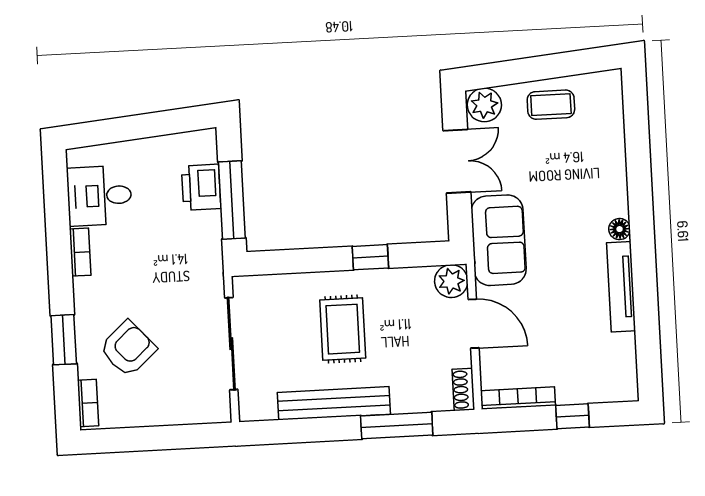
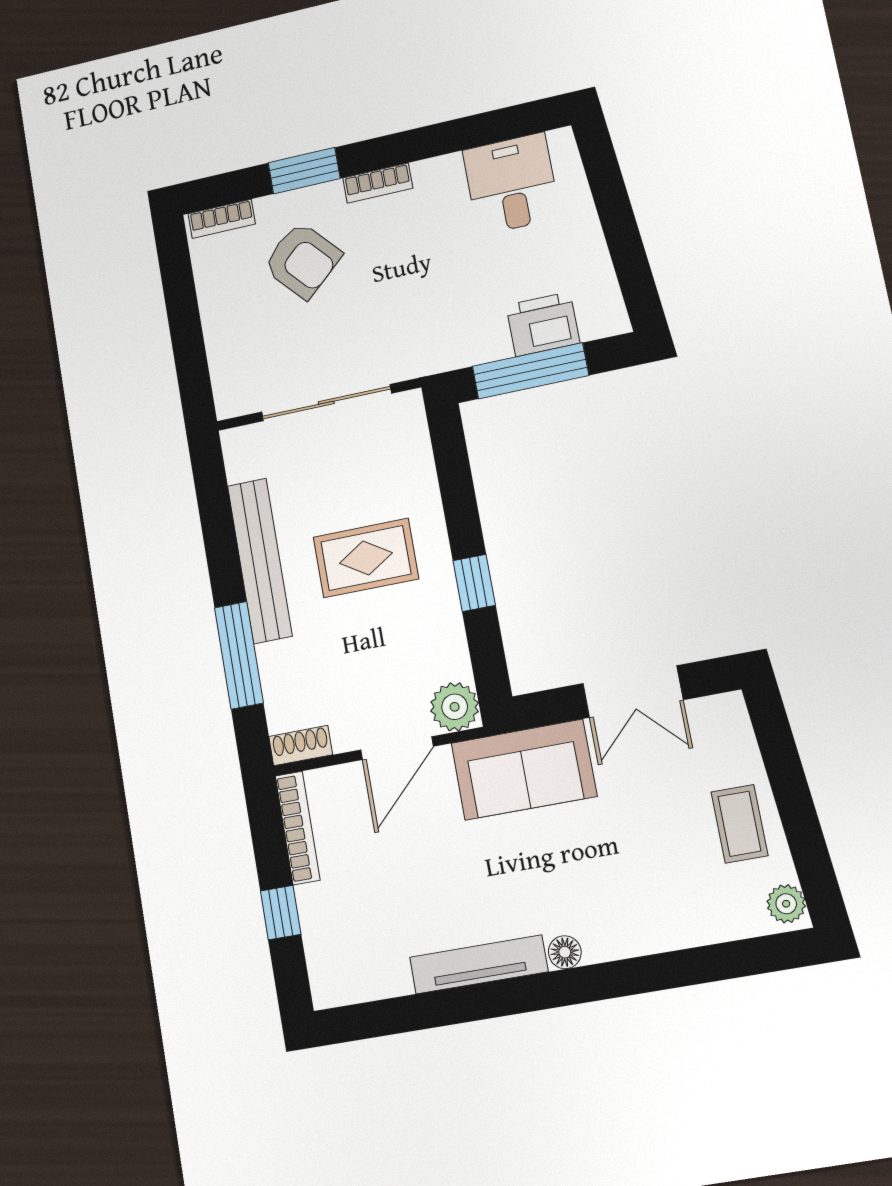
plant: (484, 105) -> (786, 904), moved, width x0.73, depth x0.73
bookcase: (80, 252) -> (378, 183), moved

